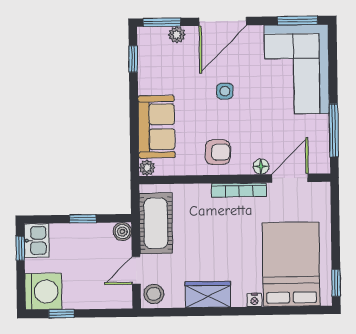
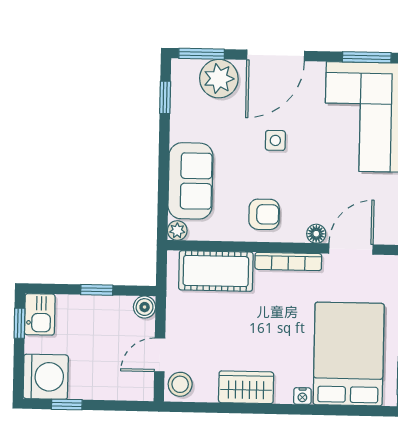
plant: (177, 35) -> (219, 79), width x1.88, depth x1.88
cot: (156, 223) -> (216, 271), moved, turned 90

